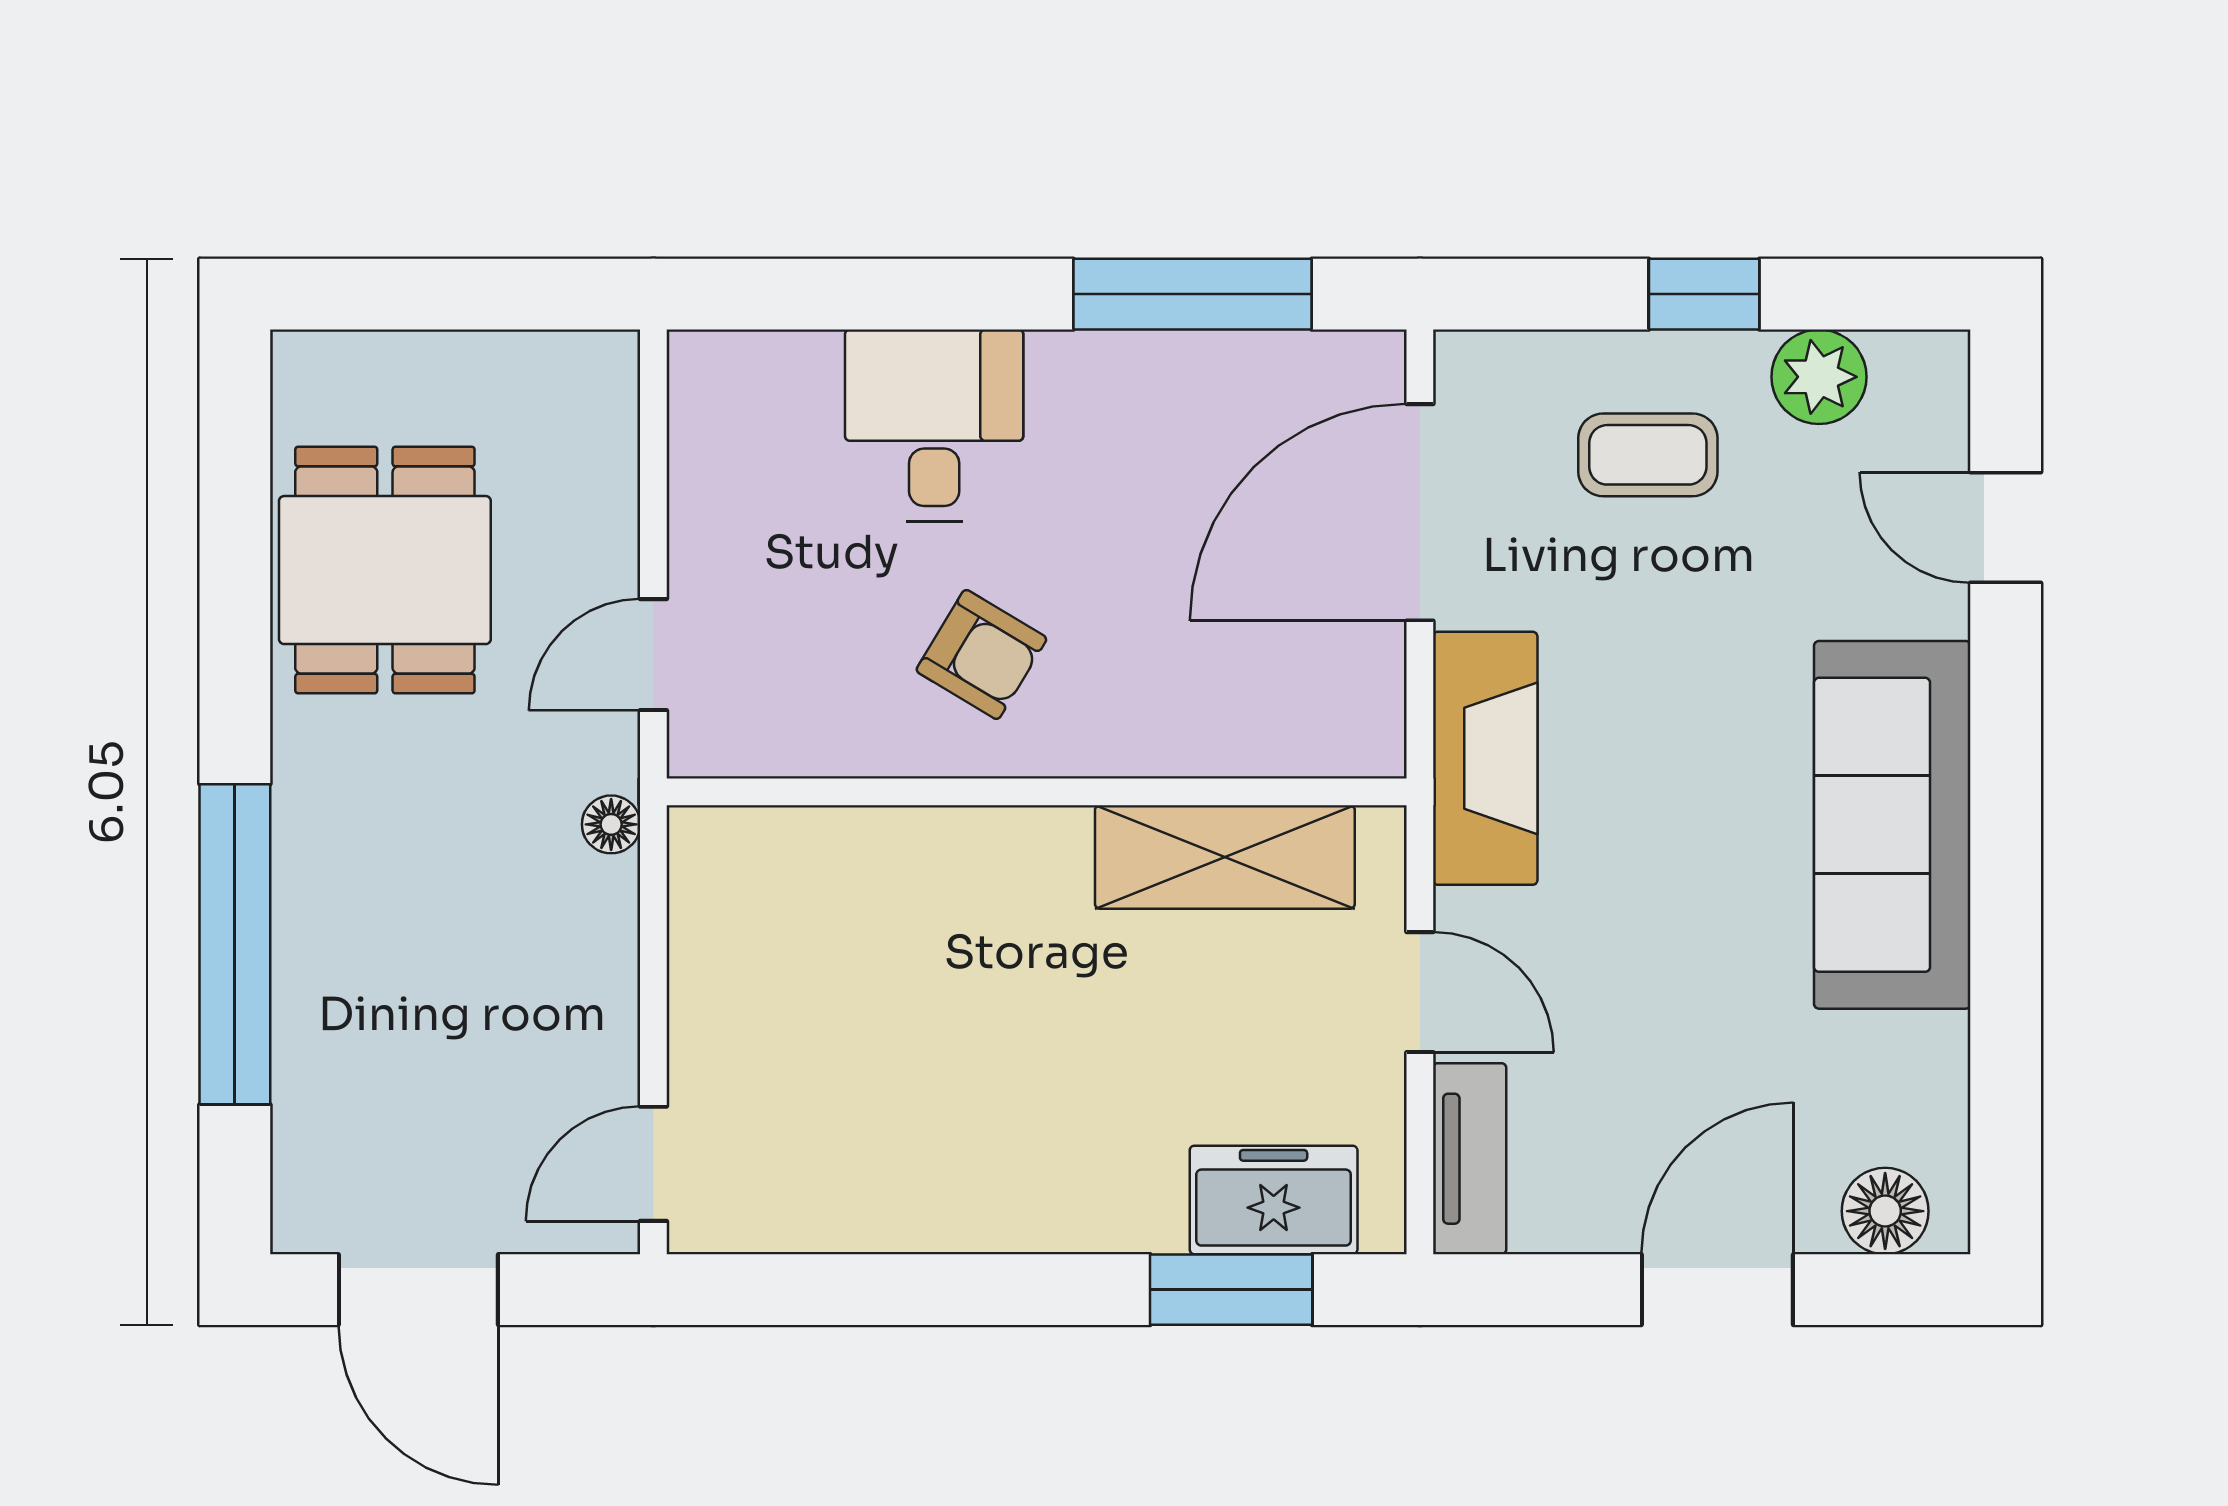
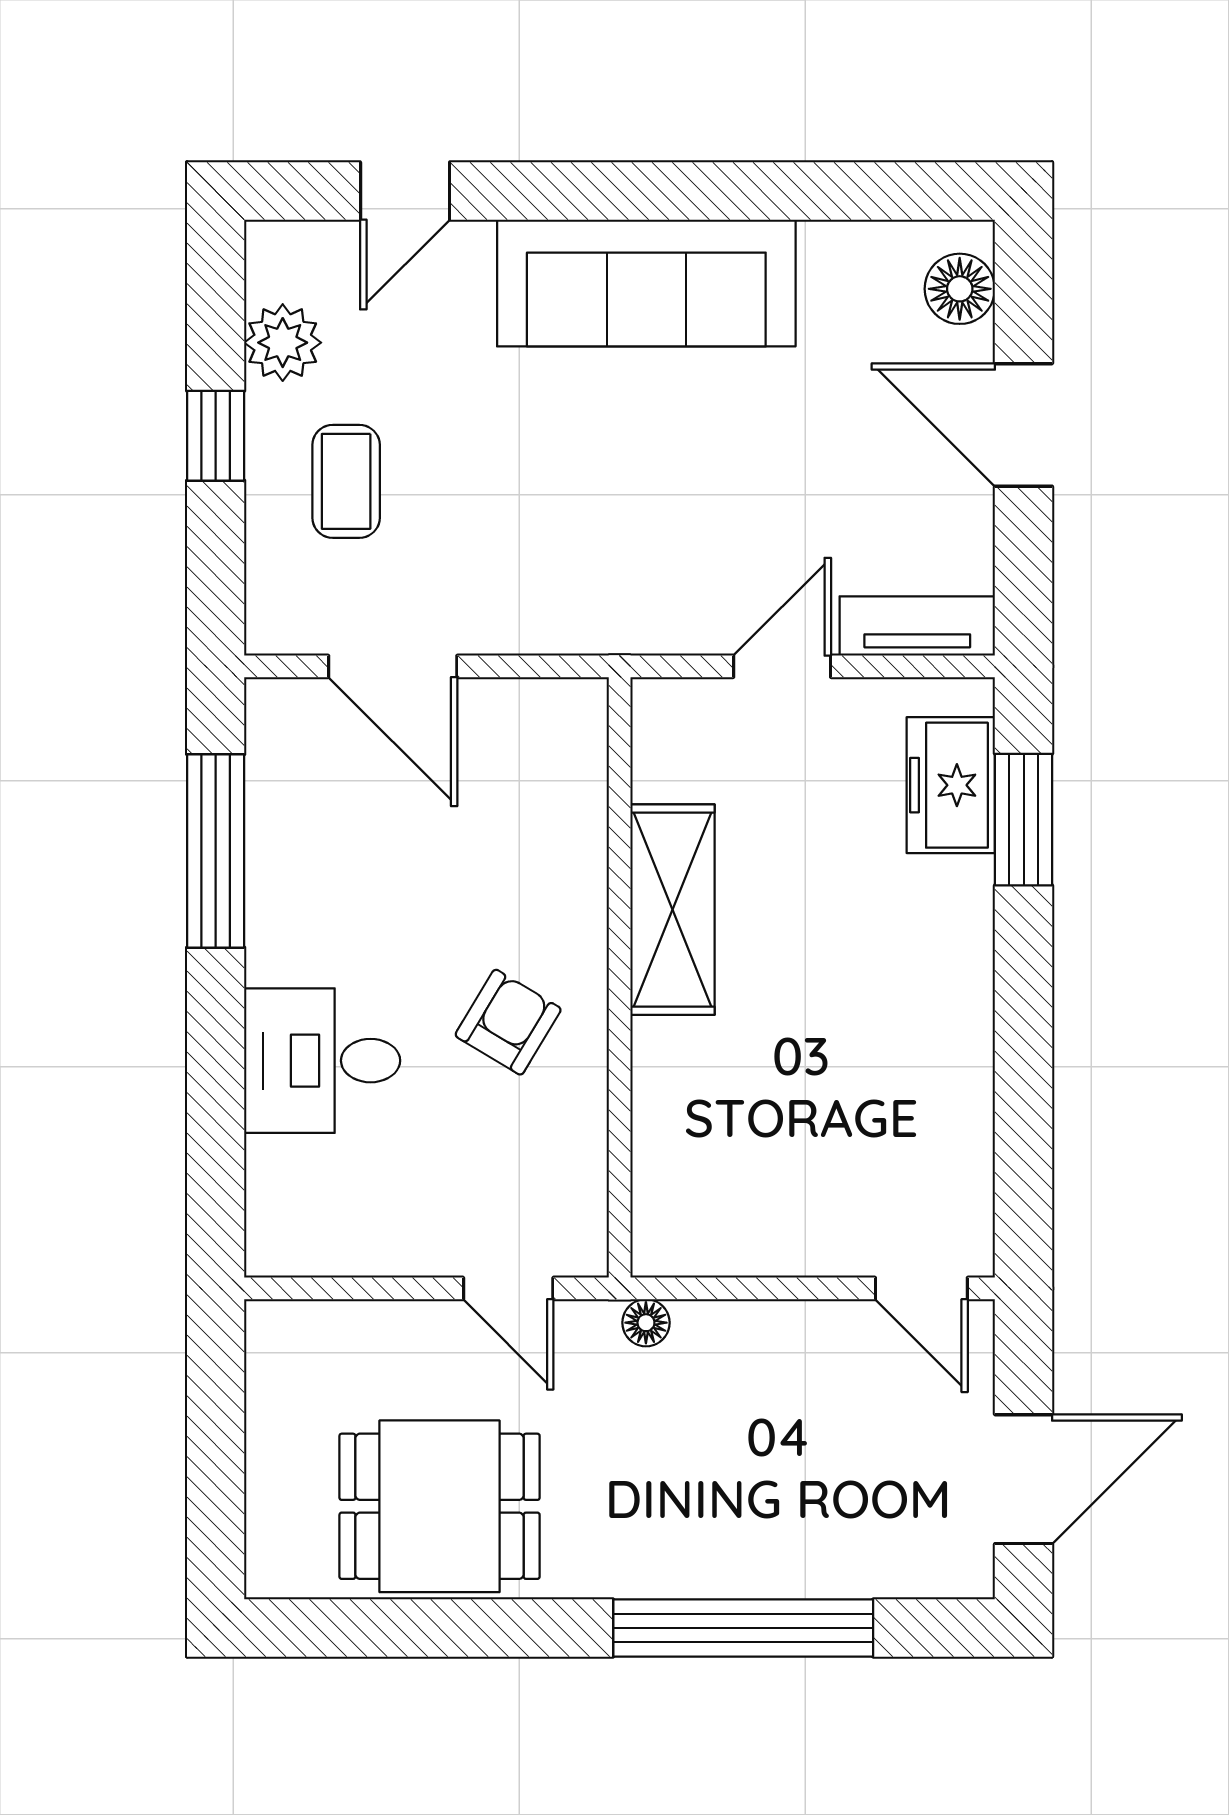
door: (1420, 512) -> (393, 666), width x0.73
fireplace: (1485, 758) -> (592, 613), removed
shelving: (1225, 857) -> (672, 910), moved

